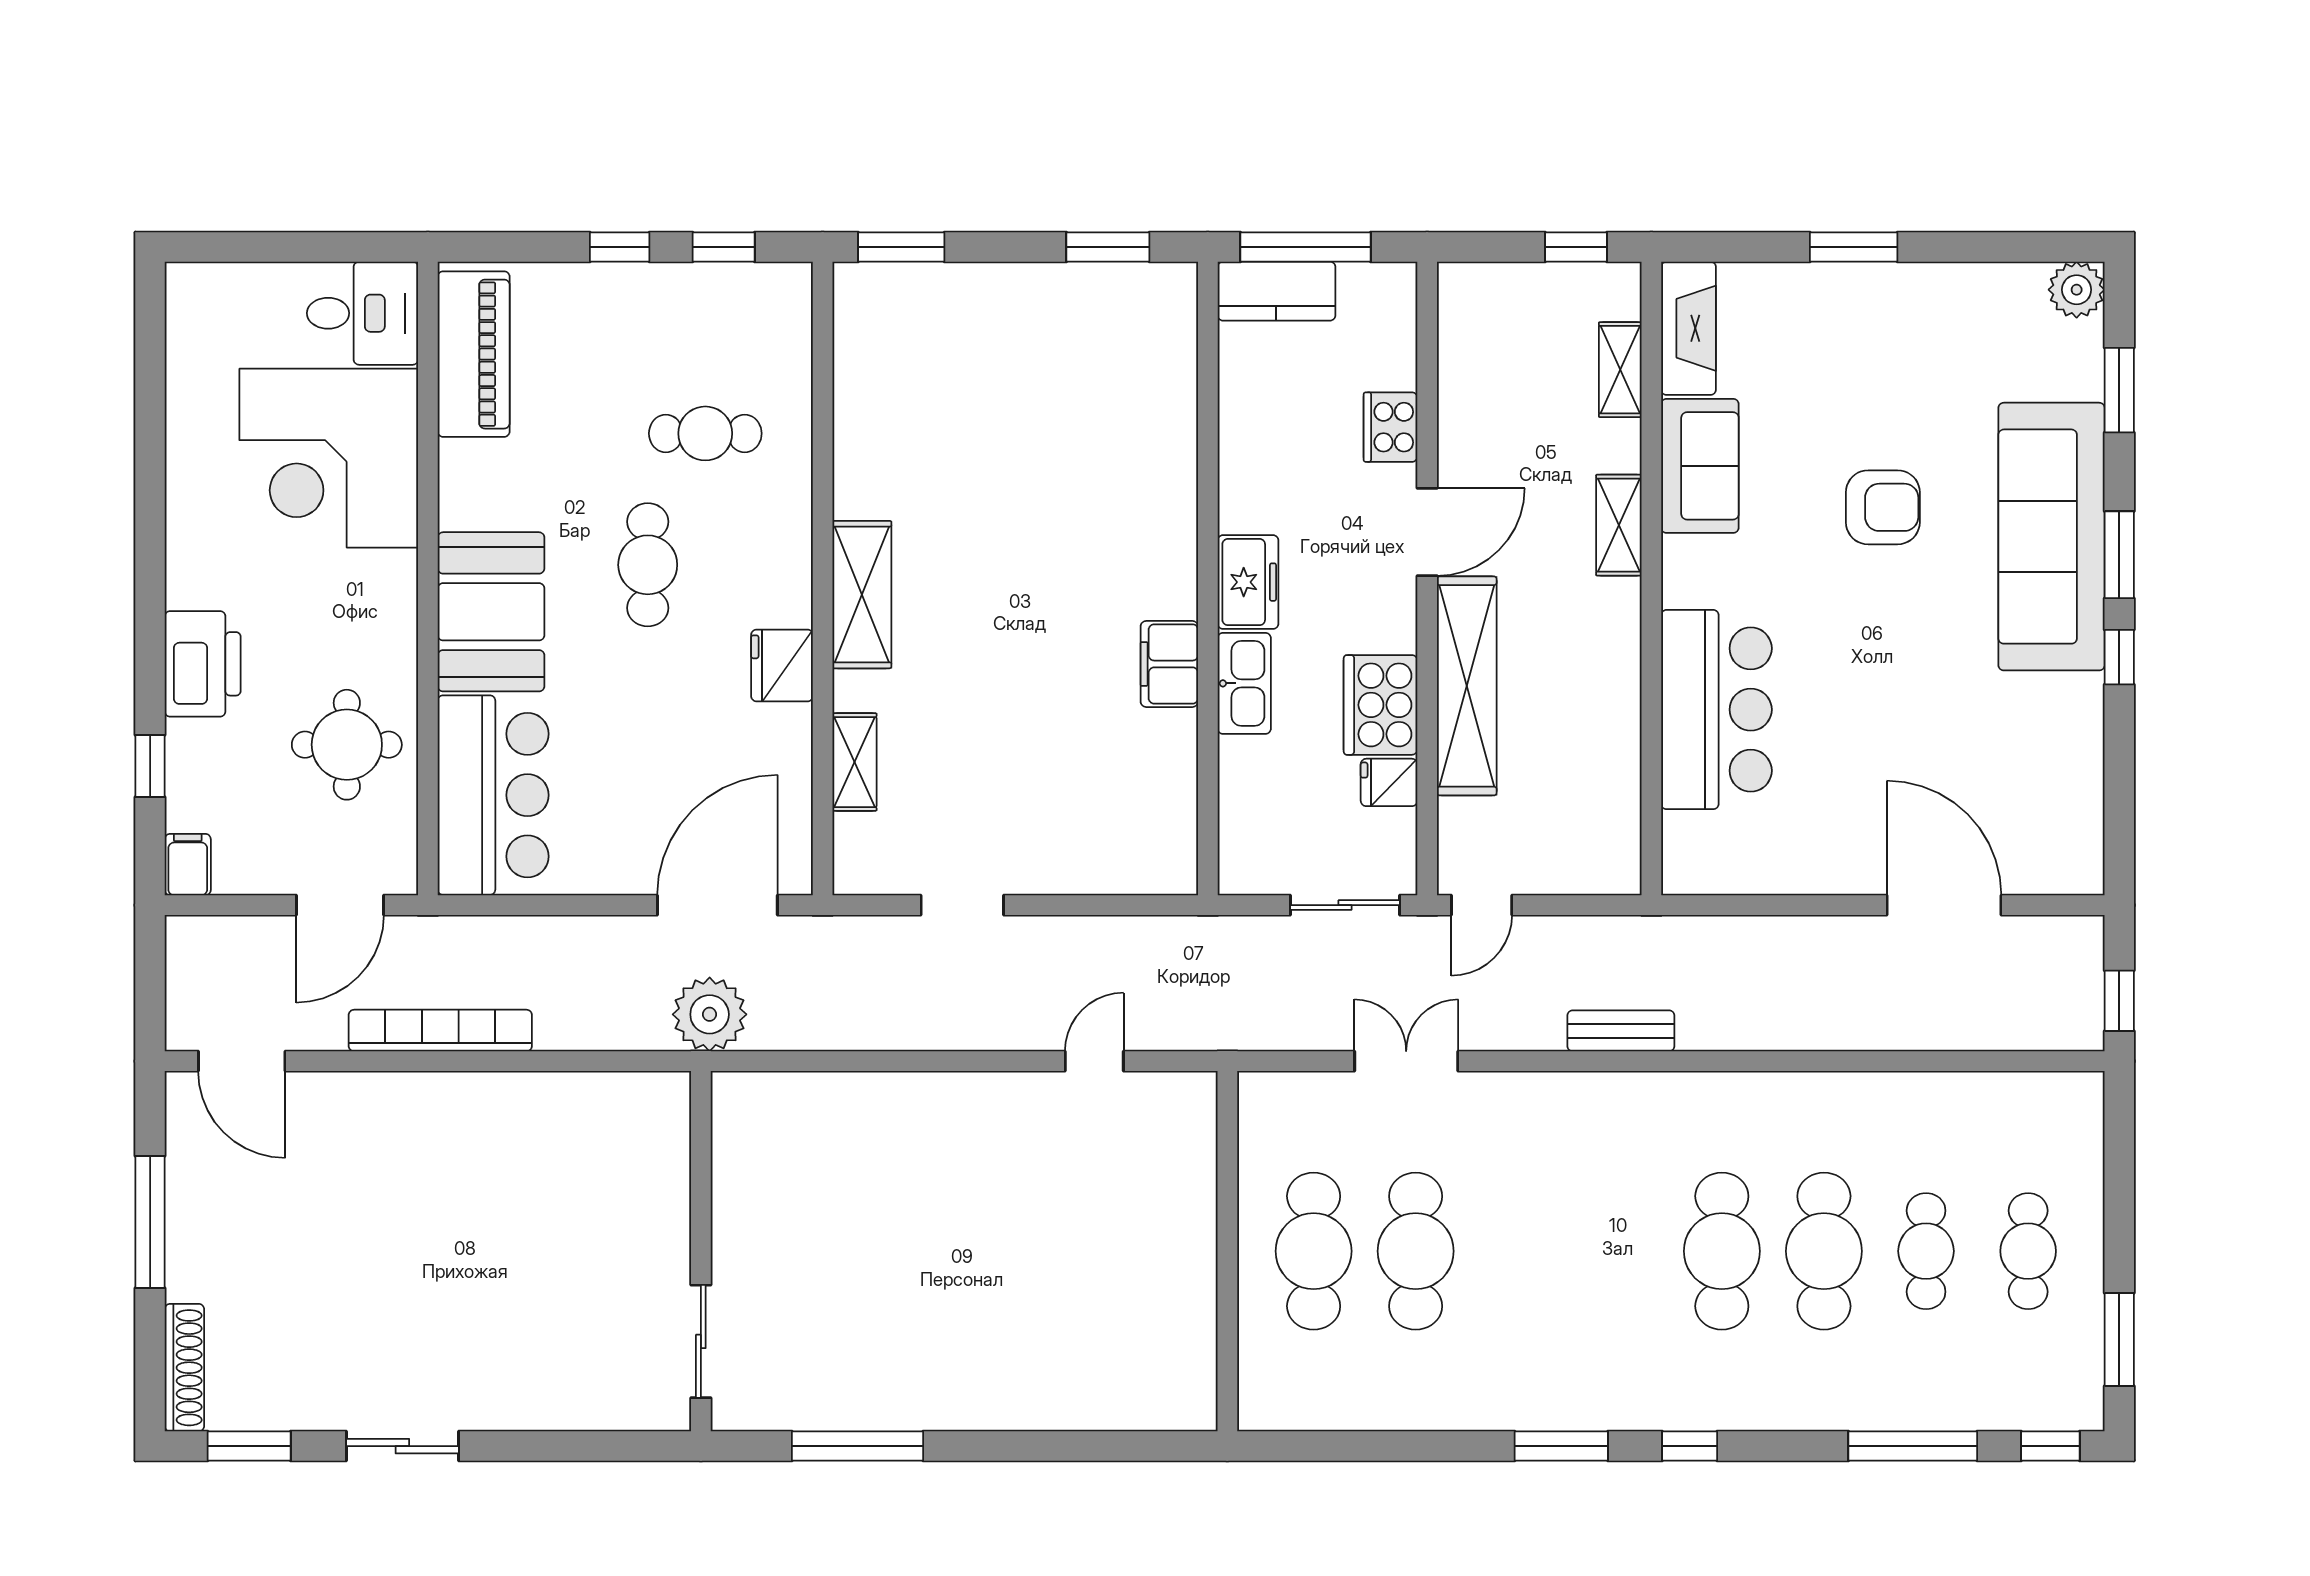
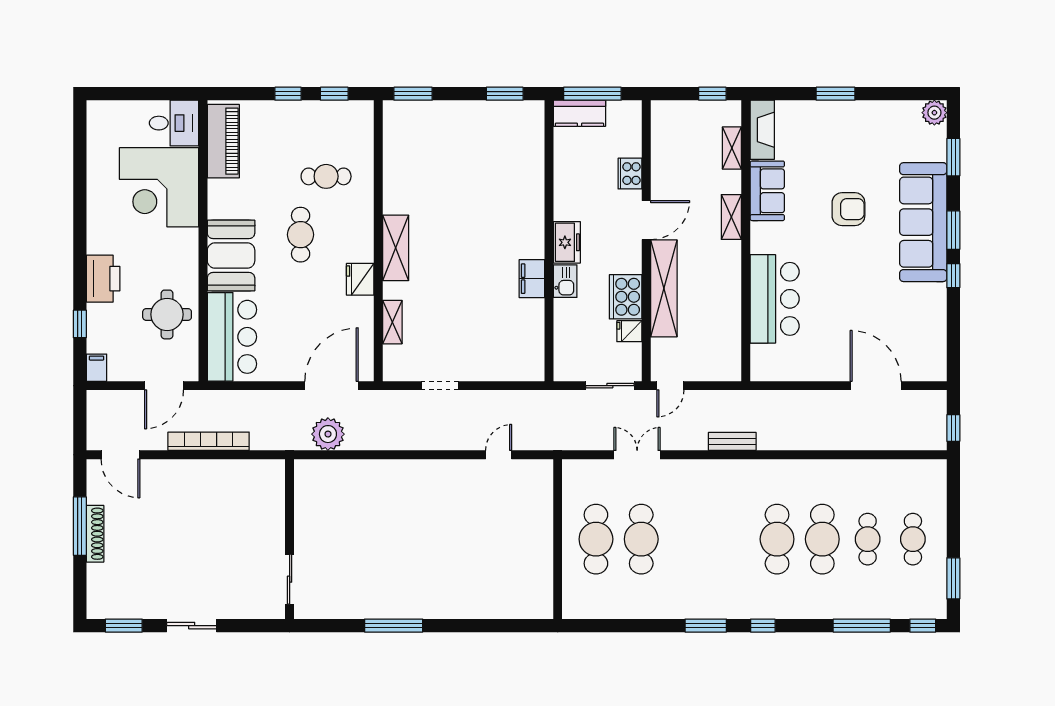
kitchen sink: (1244, 683) -> (565, 281), width x0.73
wall: (701, 1251) -> (290, 539), moved
sliding door: (701, 1341) -> (290, 579), moved
shoe rack: (184, 1368) -> (95, 534), moved

